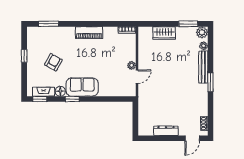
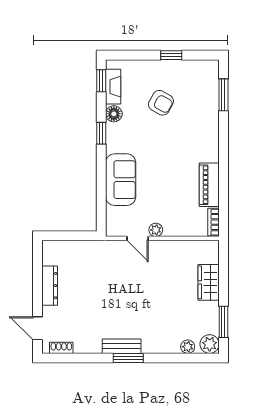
piano: (89, 33) -> (209, 185), moved
bench: (203, 67) -> (122, 346), moved, width x0.73
sofa: (82, 87) -> (121, 180), moved

